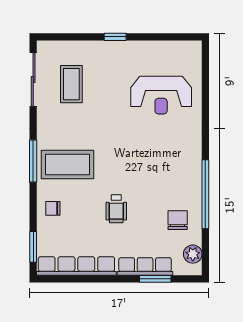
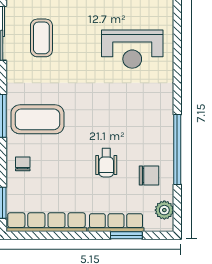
chair: (53, 208) -> (23, 164), turned 90
wheelchair: (116, 209) -> (106, 163), moved
chair: (178, 220) -> (149, 176), turned 90

